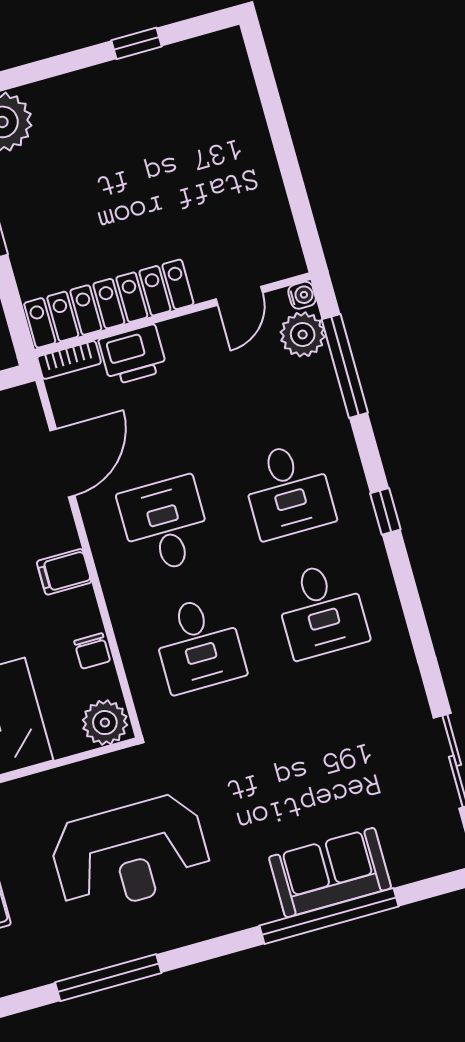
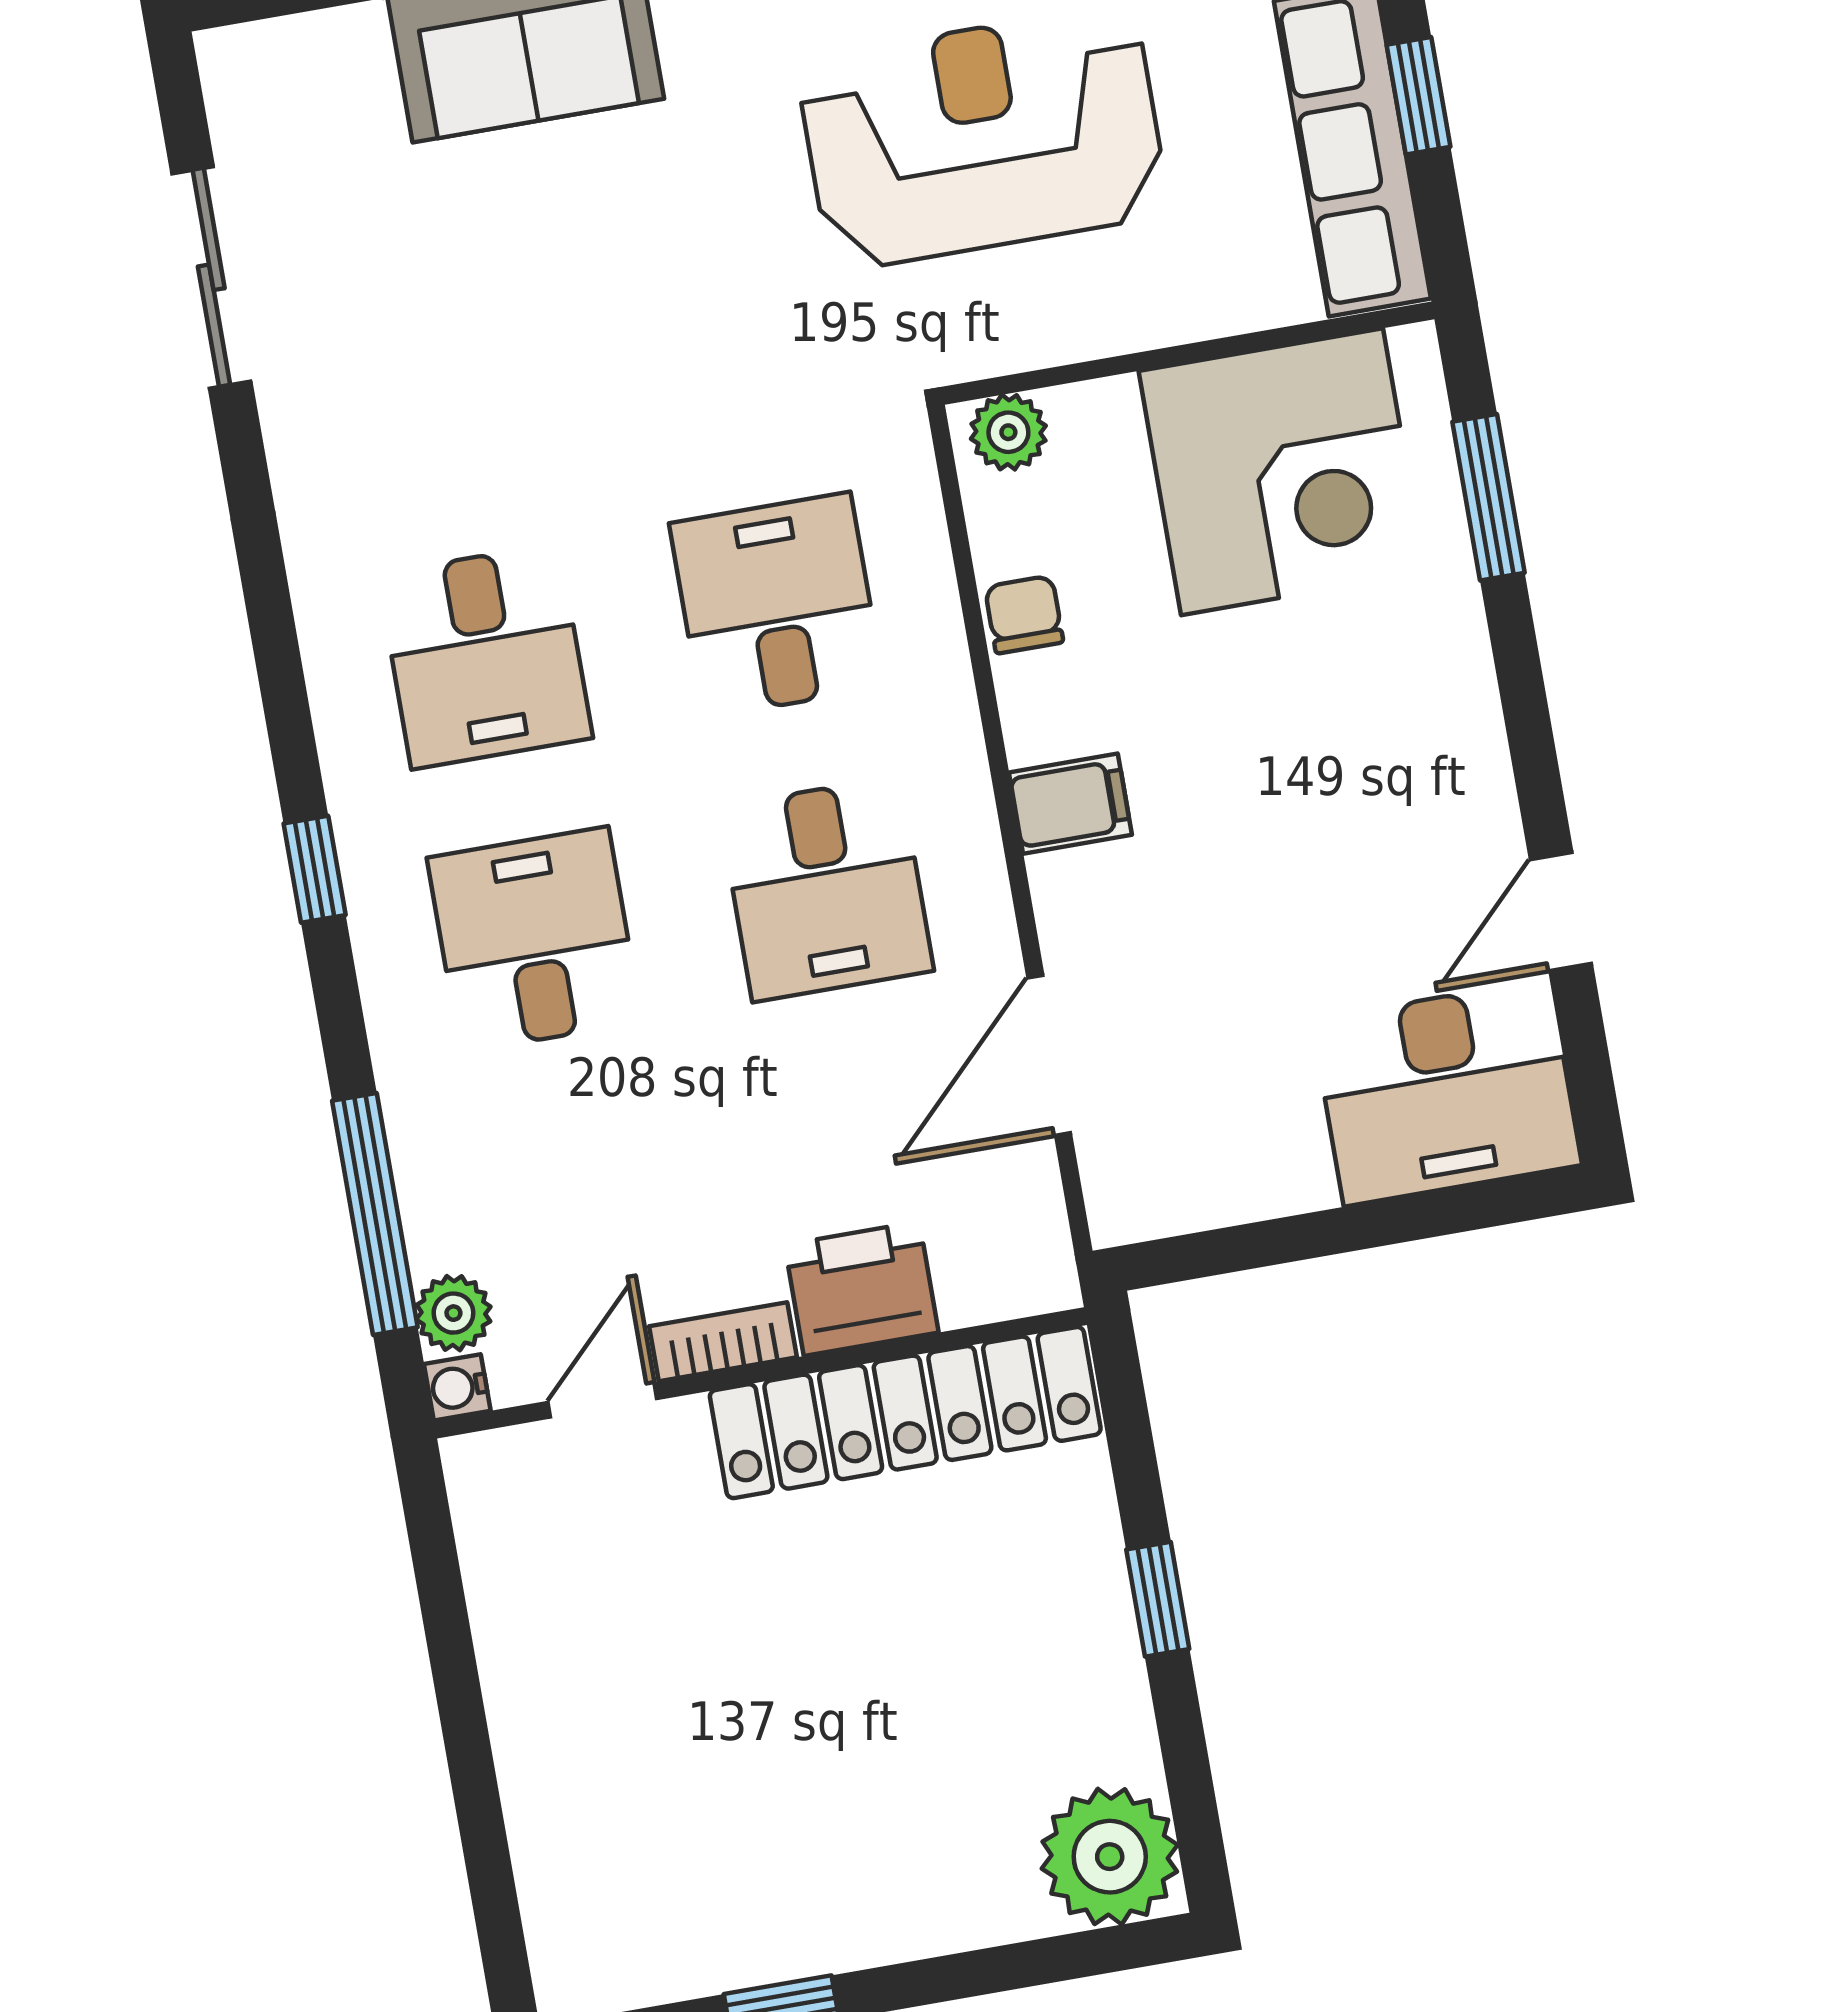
plant: (303, 334) -> (453, 1313), width x0.73, depth x0.73
bookcase: (69, 360) -> (723, 1342), moved
desk: (321, 610) -> (485, 656), turned 180
plant: (105, 723) -> (1008, 432), width x0.73, depth x0.73

